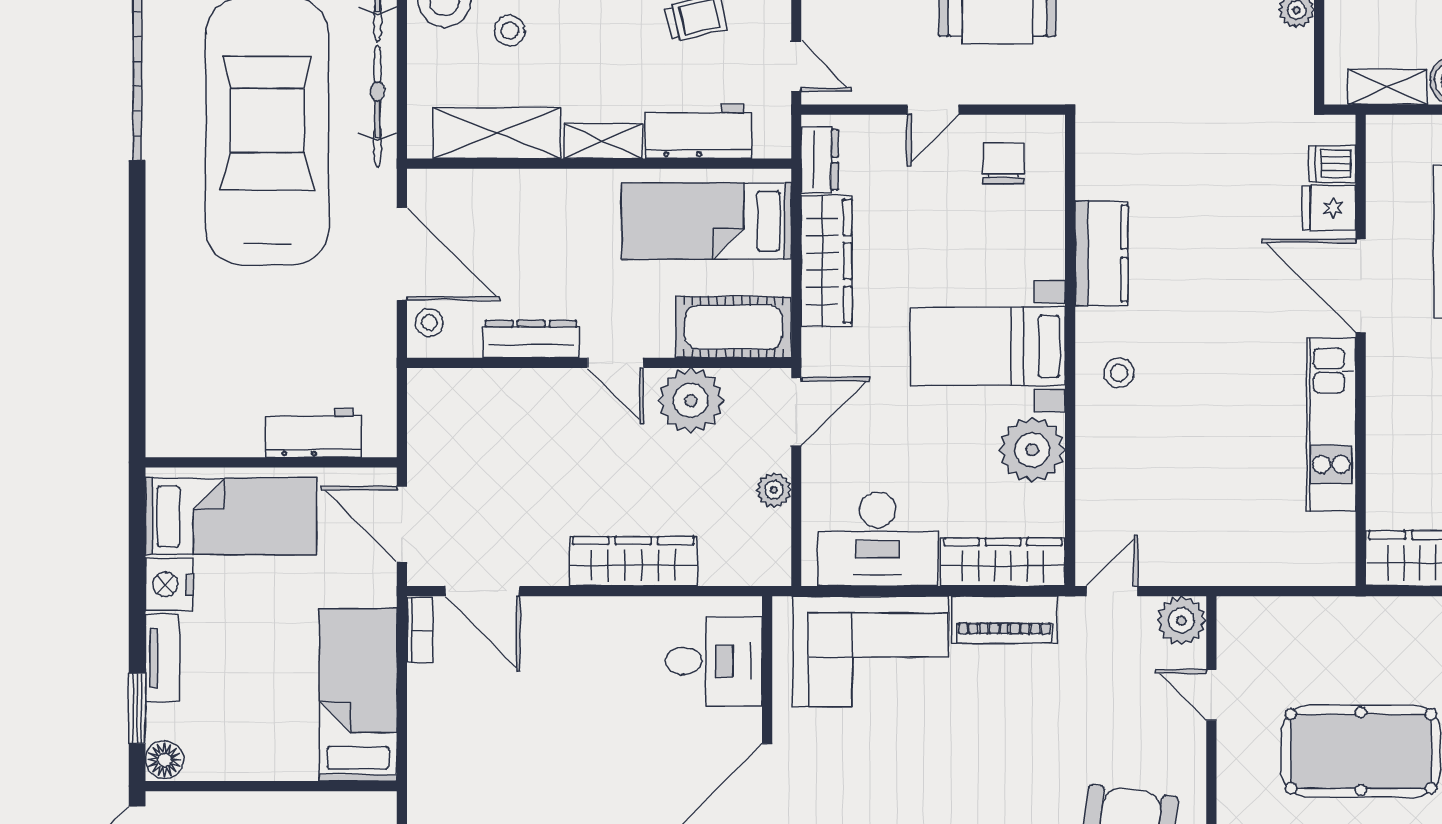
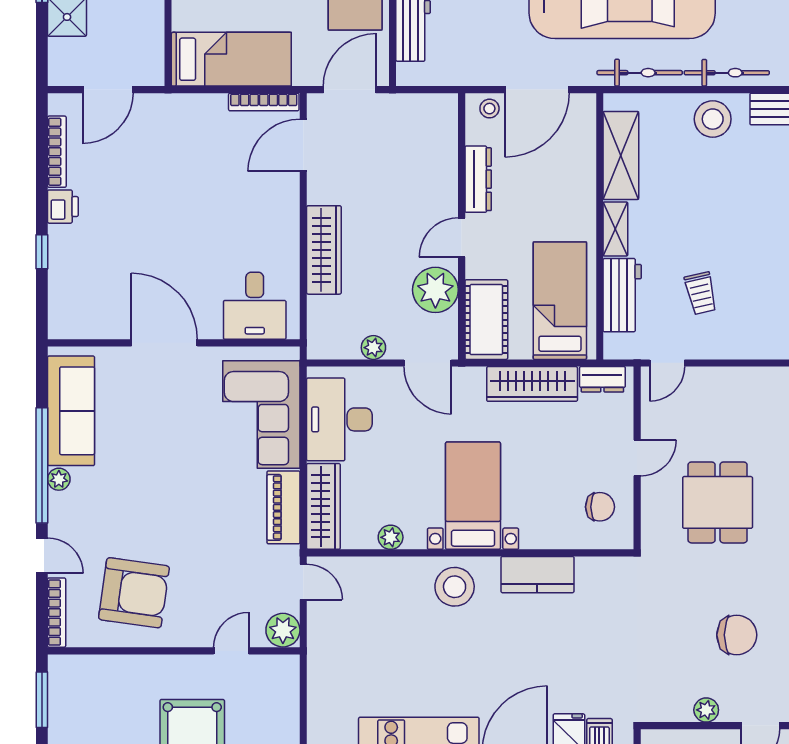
stool: (510, 31) -> (692, 164), removed
door: (933, 110) -> (637, 458), swing flipped
stool: (1119, 373) -> (455, 587), width x1.89, depth x1.89
plant: (1032, 450) -> (391, 537), width x0.53, depth x0.53
bookcase: (420, 630) -> (264, 102), width x1.56

